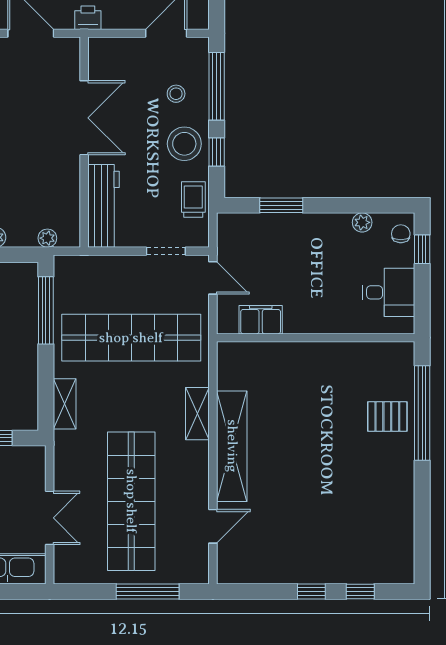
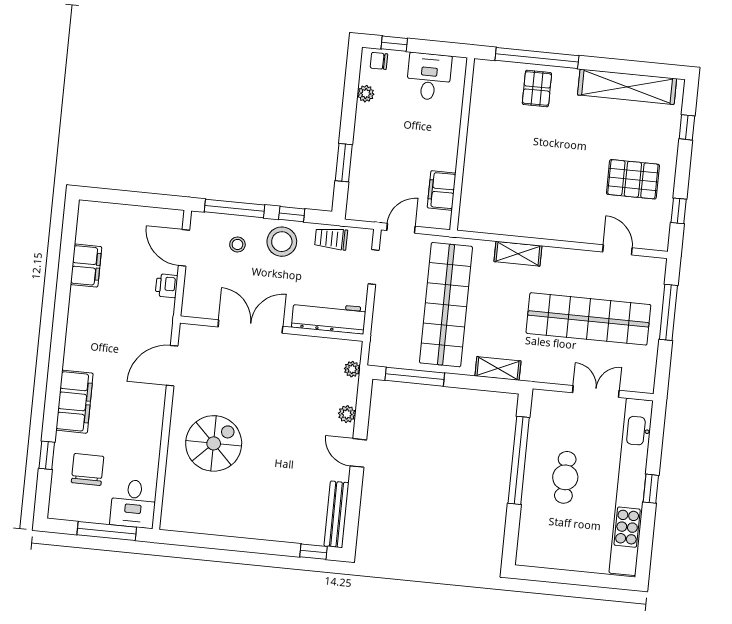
printer: (88, 18) -> (167, 286), moved
shelving: (232, 446) -> (627, 87), moved
pallet: (295, 536) -> (633, 179), added
window: (311, 591) -> (679, 211), moved

